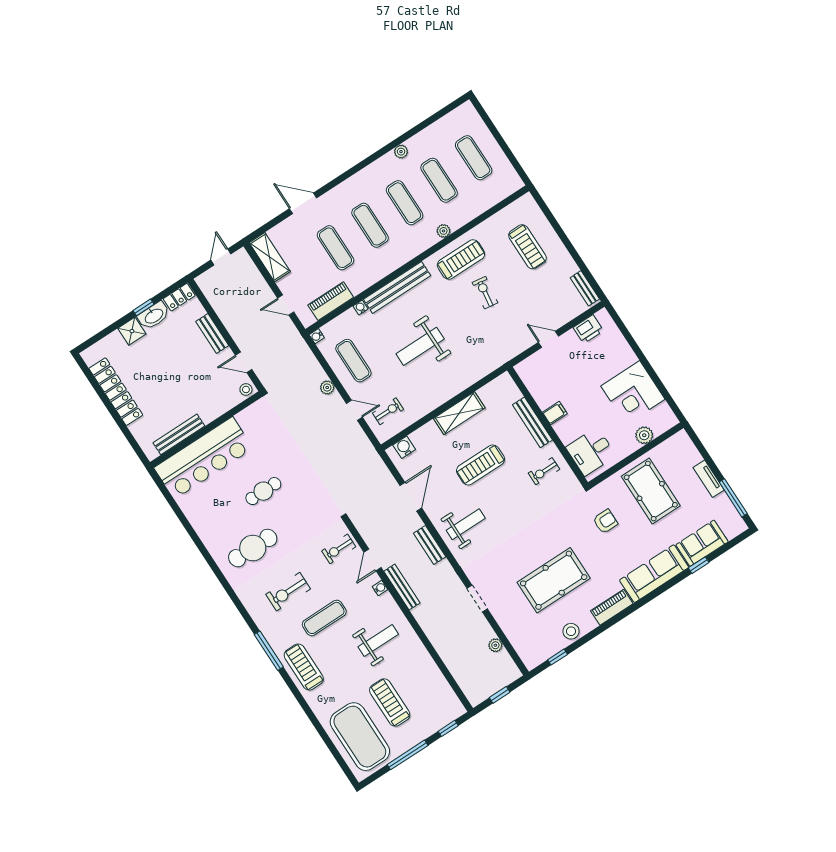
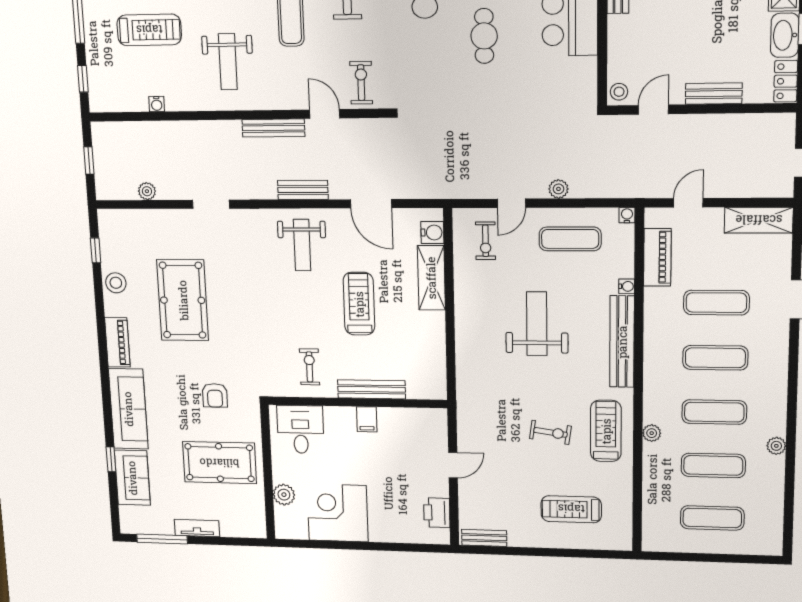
treadmill: (461, 260) -> (606, 431), turned 180
shelving: (459, 413) -> (431, 278), moved
water cooler: (380, 588) -> (157, 104), moved

